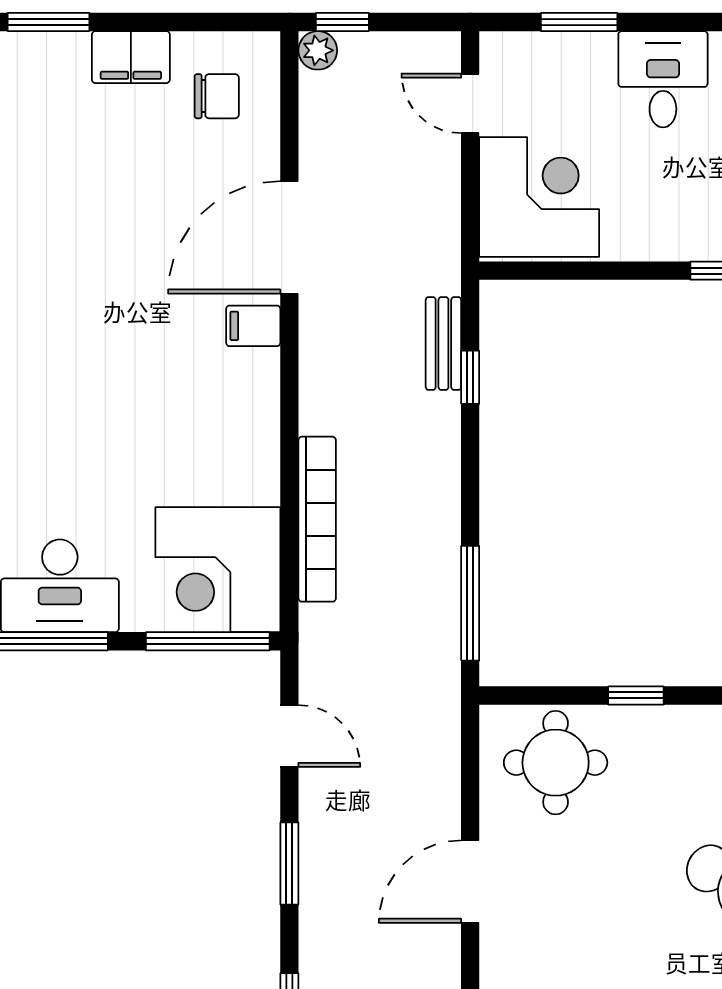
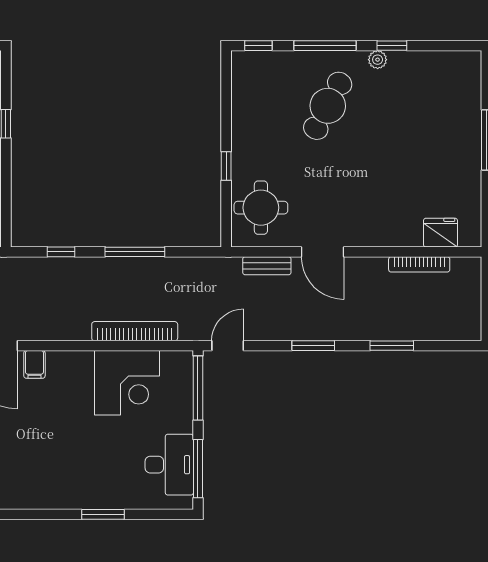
bench: (443, 344) -> (267, 266), moved
corner desk: (218, 570) -> (127, 383), moved
window: (470, 603) -> (135, 252), moved
door: (289, 736) -> (228, 346), moved

